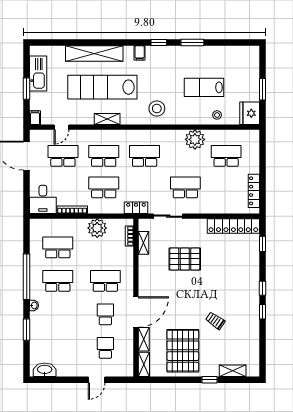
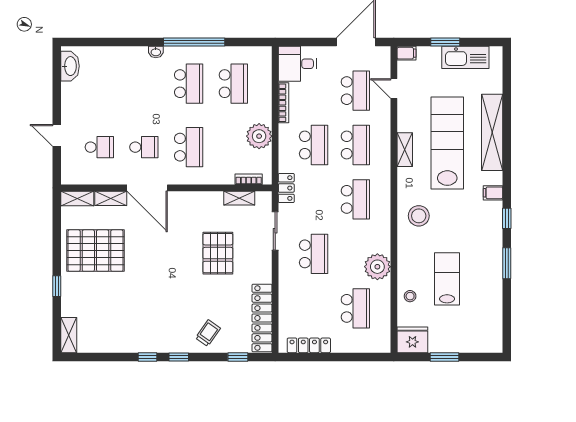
trolley: (215, 321) -> (208, 333), moved
window: (27, 330) -> (124, 42), removed
shelving: (233, 371) -> (69, 335), moved

